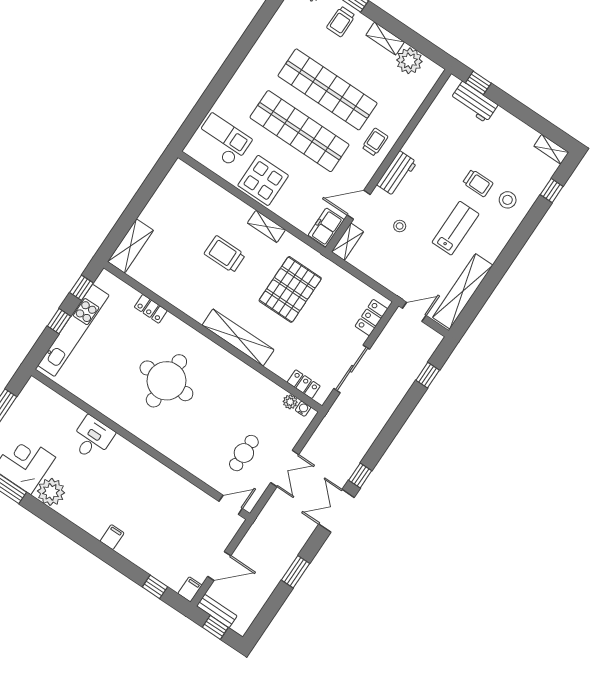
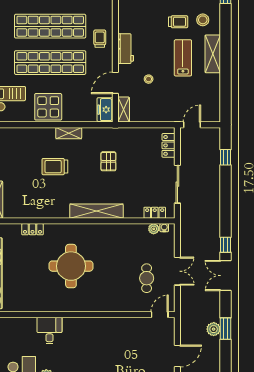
pallet: (290, 289) -> (108, 161), width x0.49, depth x0.50
shelving: (463, 291) -> (213, 54), moved, width x0.68
plant: (281, 563) -> (214, 329), added

